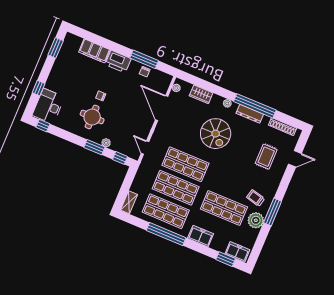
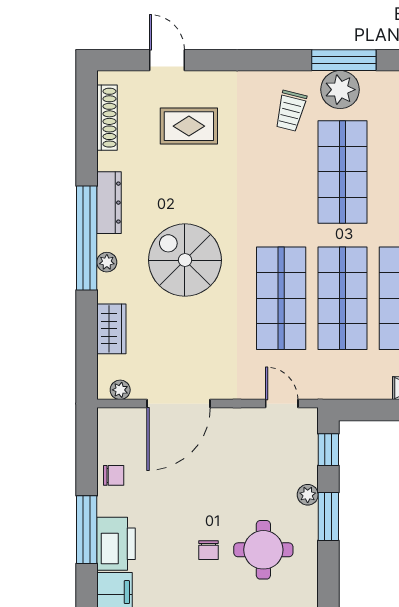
window: (144, 59) -> (87, 530), moved
window: (255, 106) -> (87, 238), moved
spiral stairs: (216, 134) -> (185, 260), turned -90
door: (145, 148) -> (282, 404), swing flipped
window: (273, 212) -> (344, 60), moved

